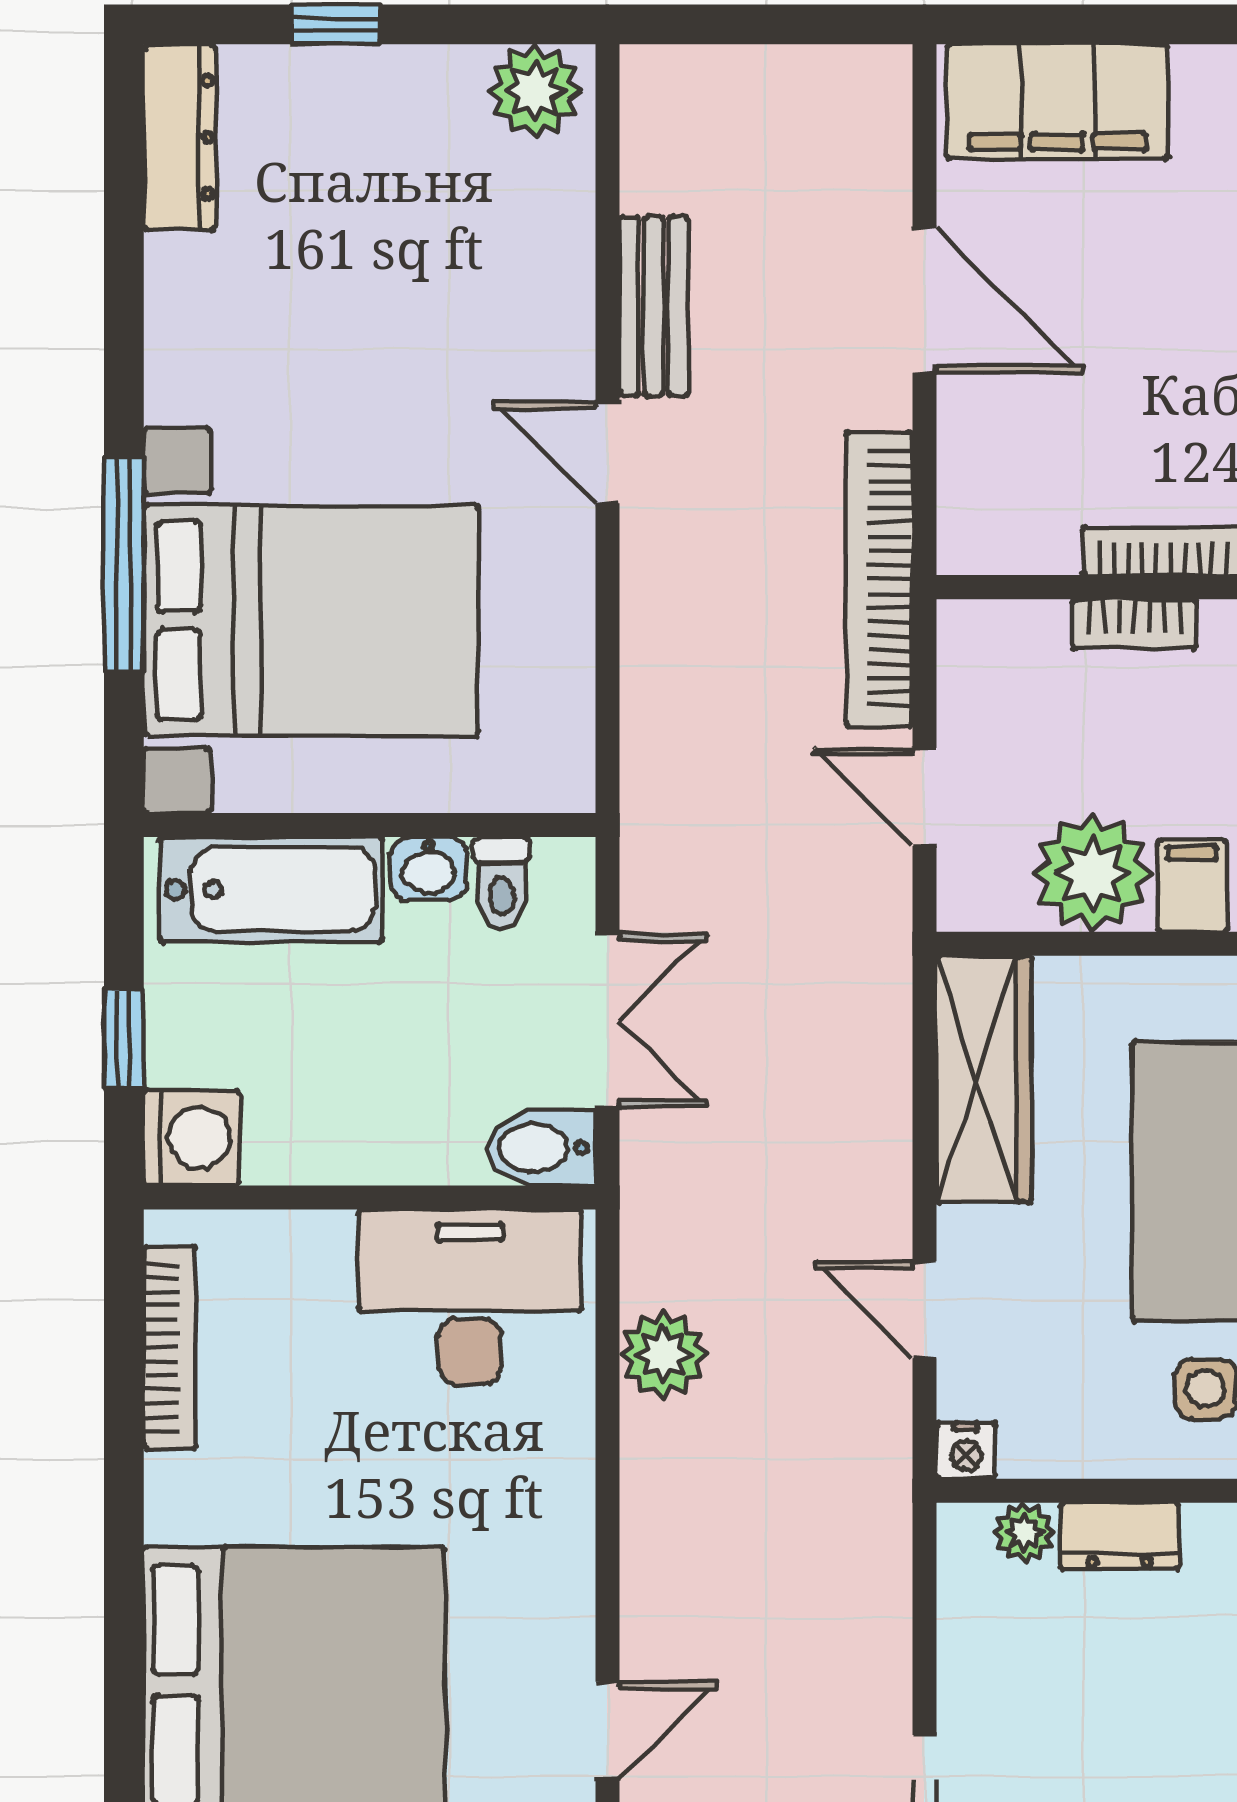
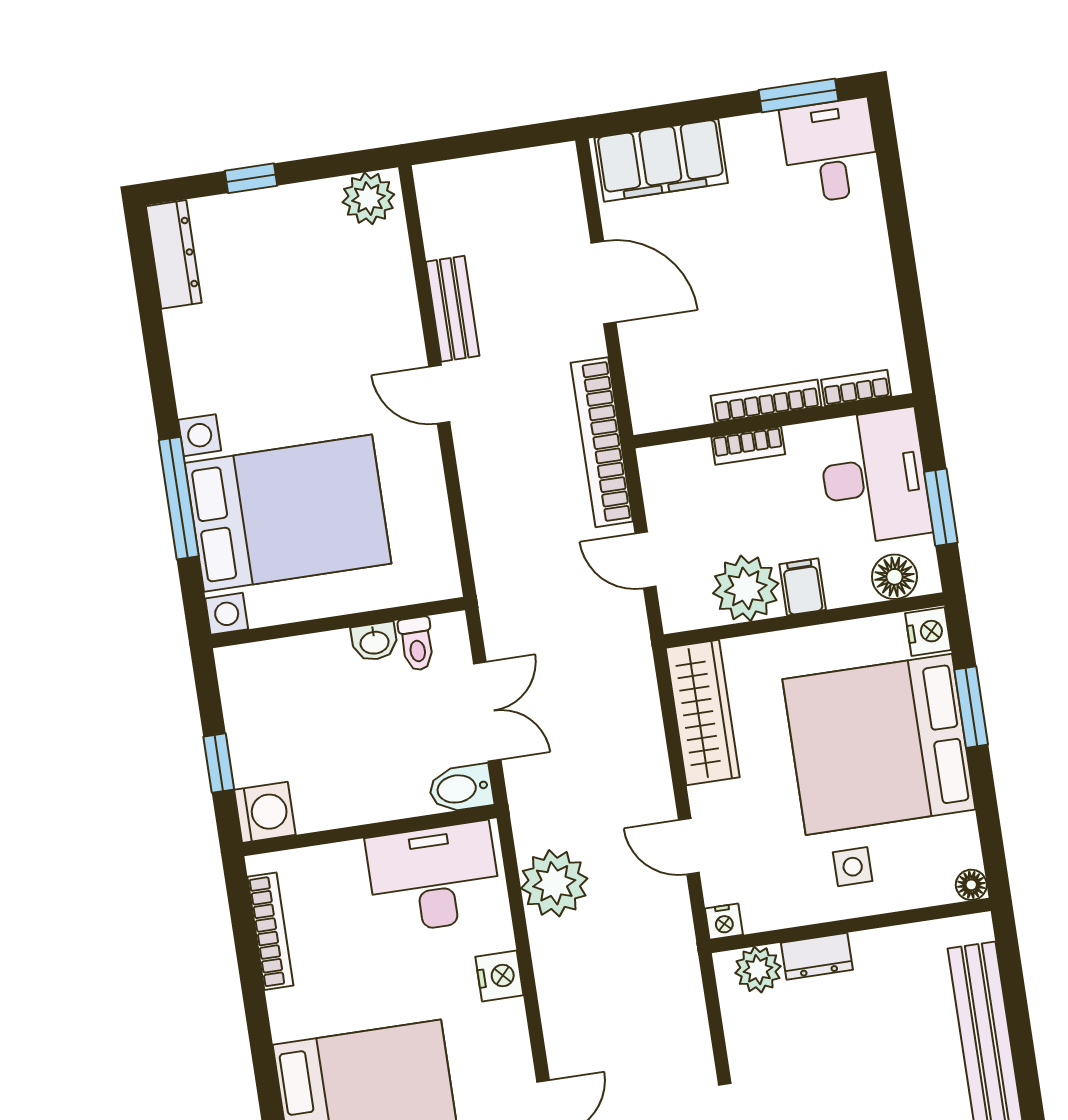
bathtub: (271, 890) -> (289, 667), removed
plant: (663, 1355) -> (554, 883), width x1.36, depth x1.36
nightstand: (559, 1486) -> (499, 976), added
plant: (1024, 1532) -> (758, 970), width x1.38, depth x1.38

